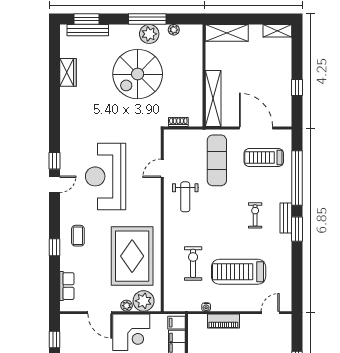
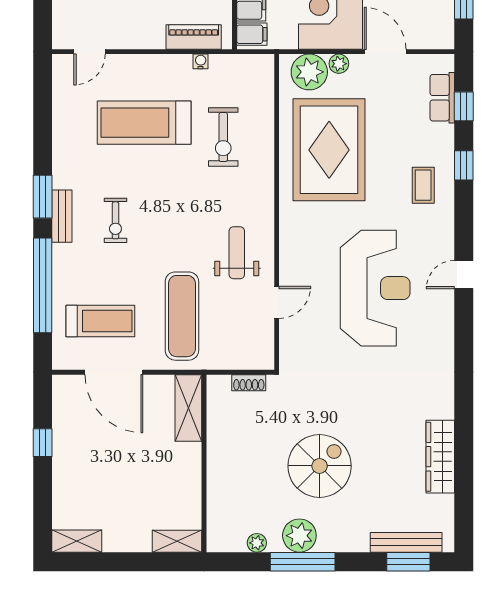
shelving: (227, 33) -> (177, 541), width x0.67, depth x0.75
wardrobe: (68, 72) -> (440, 457), width x1.50
spiral stairs: (138, 74) -> (320, 466), width x0.73, depth x0.73
shelving: (213, 99) -> (188, 408), width x0.68
window: (55, 161) -> (464, 106), moved
treadmill: (239, 272) -> (144, 123), turned 180
piano: (223, 321) -> (194, 37), moved

